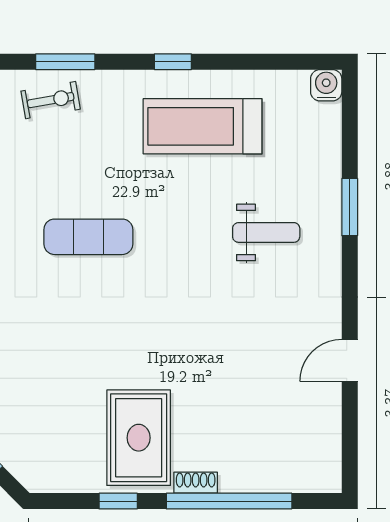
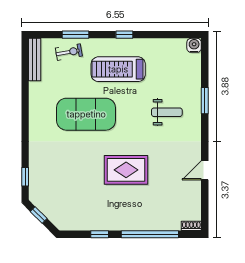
treadmill: (203, 126) -> (118, 69), moved
exercise mat: (88, 237) -> (86, 114), width x2.00, depth x1.45
rug: (139, 438) -> (126, 170), moved, turned 90
shoe rack: (196, 483) -> (191, 226), moved

